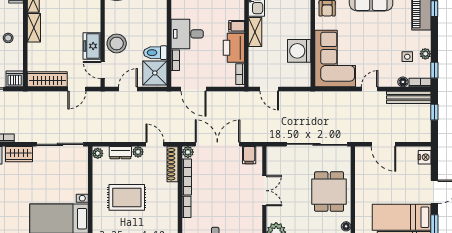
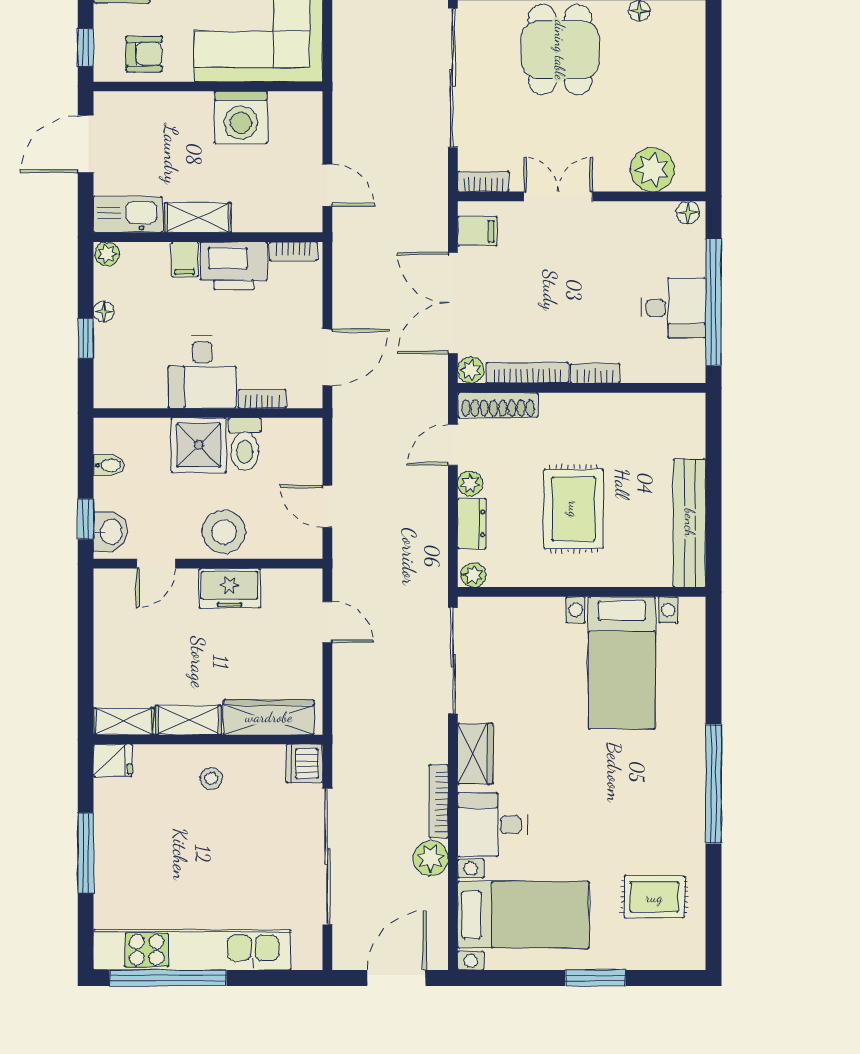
door: (103, 70) -> (156, 564), moved
shower: (155, 73) -> (199, 445), moved
wardrobe: (47, 79) -> (269, 717), moved, turned 90
door: (269, 89) -> (327, 185), hinge flipped
bookcase: (271, 158) -> (483, 181), added
dining table: (329, 192) -> (560, 50), turned 90

